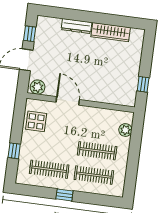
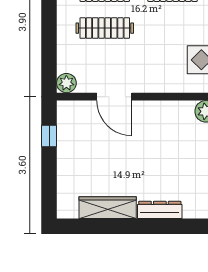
door: (68, 101) -> (114, 97), moved
plant: (125, 130) -> (66, 83), moved

